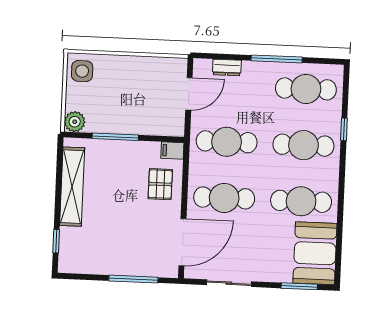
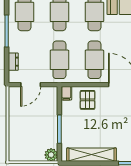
side table: (82, 71) -> (19, 152), removed
door: (189, 94) -> (31, 85), swing flipped
pallet: (160, 184) -> (88, 100), turned 90

